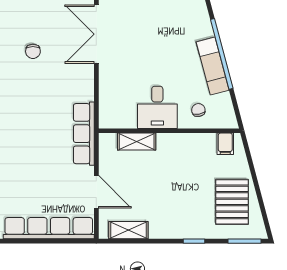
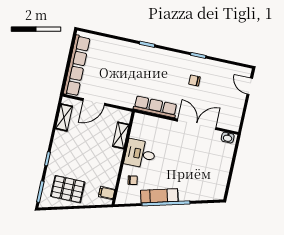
row of seats: (84, 134) -> (155, 107), moved

